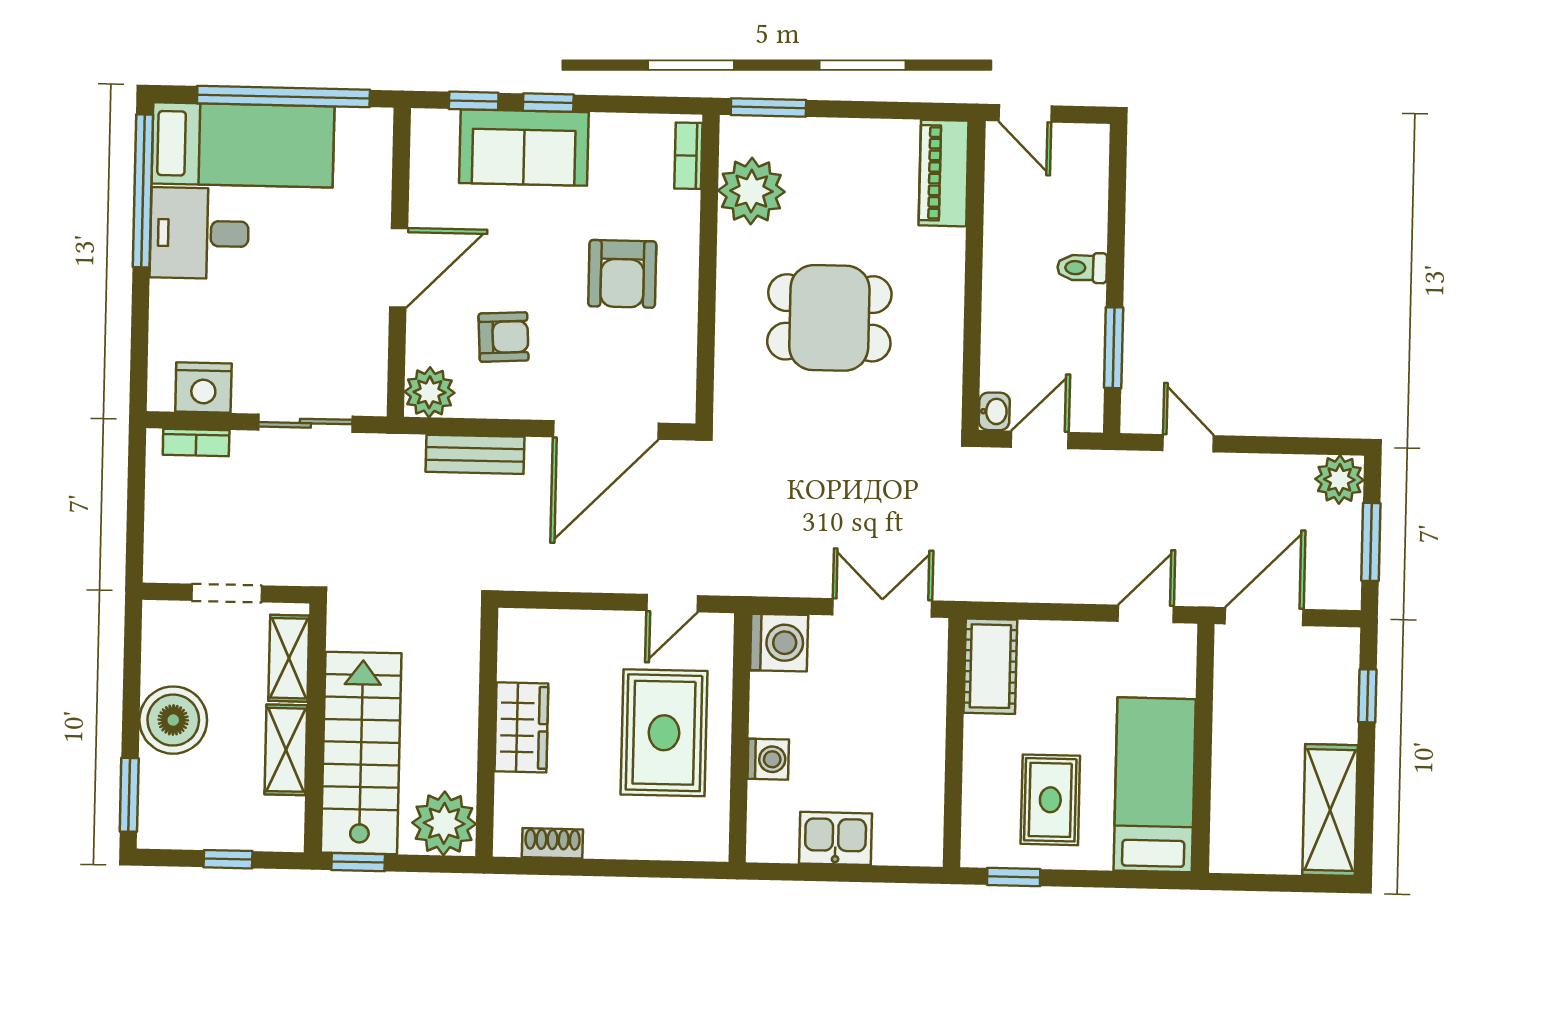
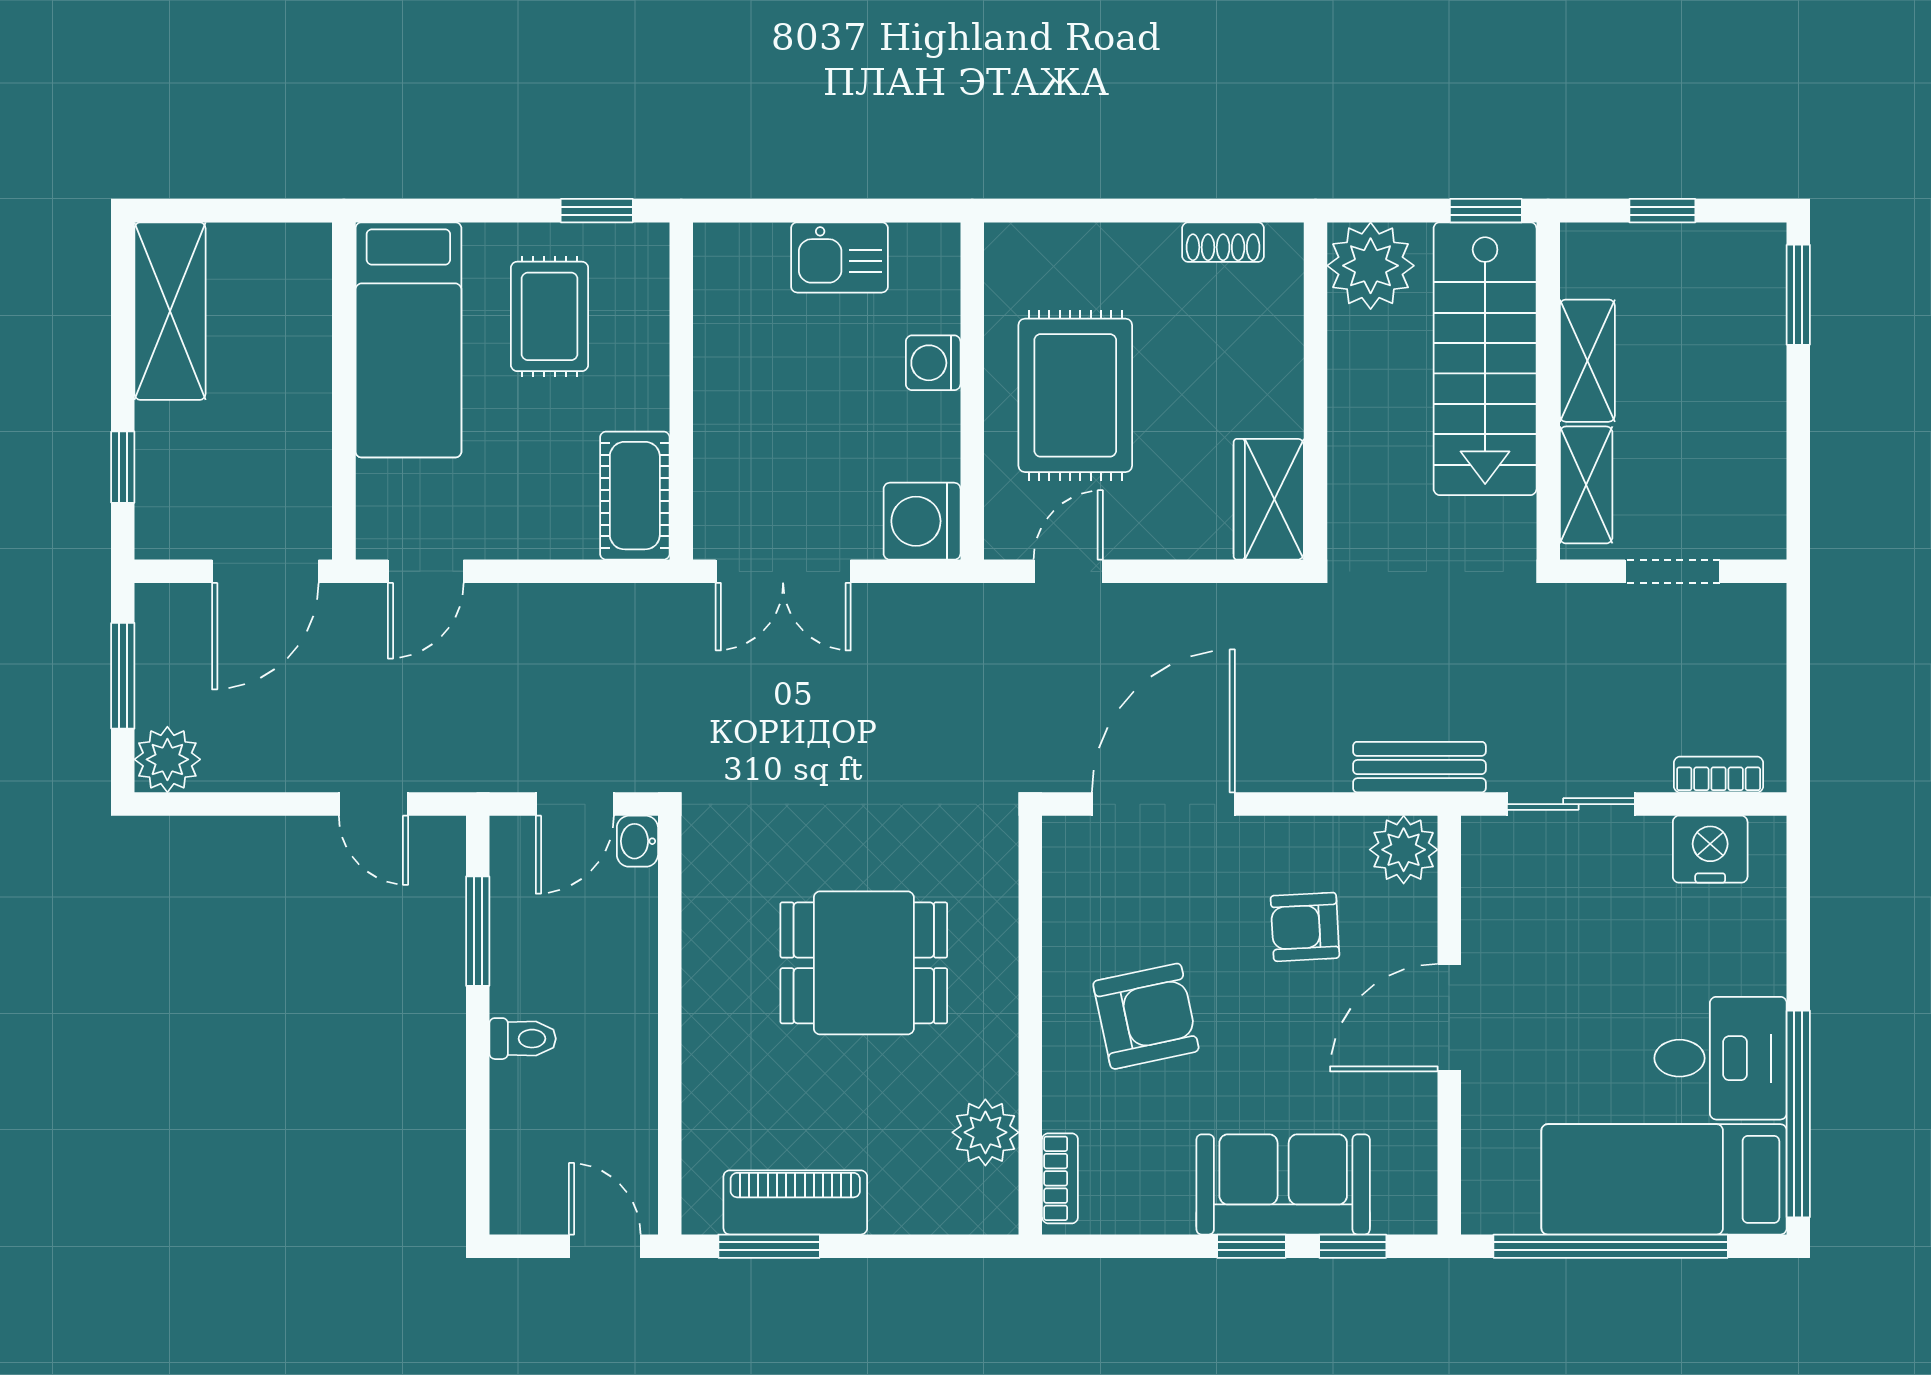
window: (768, 108) -> (769, 1246), moved
piano: (944, 173) -> (795, 1202), moved, turned -90
plant: (751, 191) -> (985, 1132), width x0.73, depth x0.73
armchair: (622, 274) -> (1146, 1016), turned 78
bench: (475, 454) -> (1419, 767), moved
boiler: (173, 720) -> (1741, 398), removed
wardrobe: (521, 727) -> (1269, 499), moved

